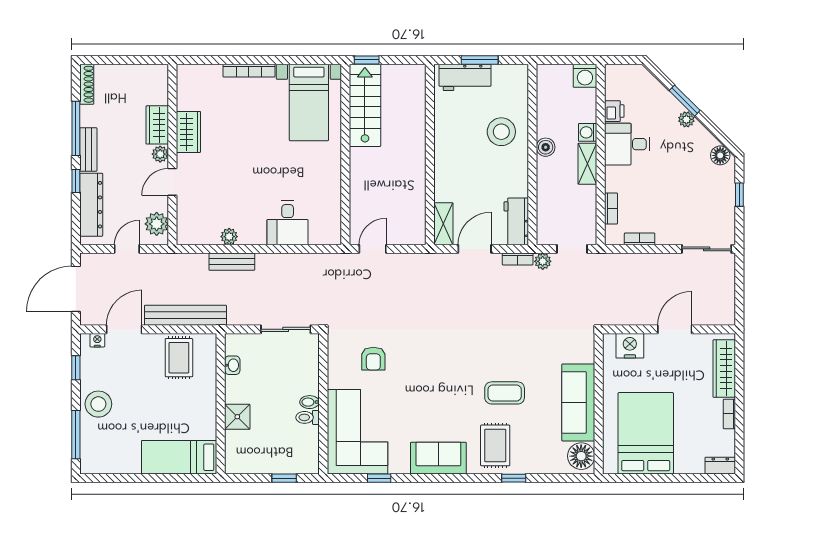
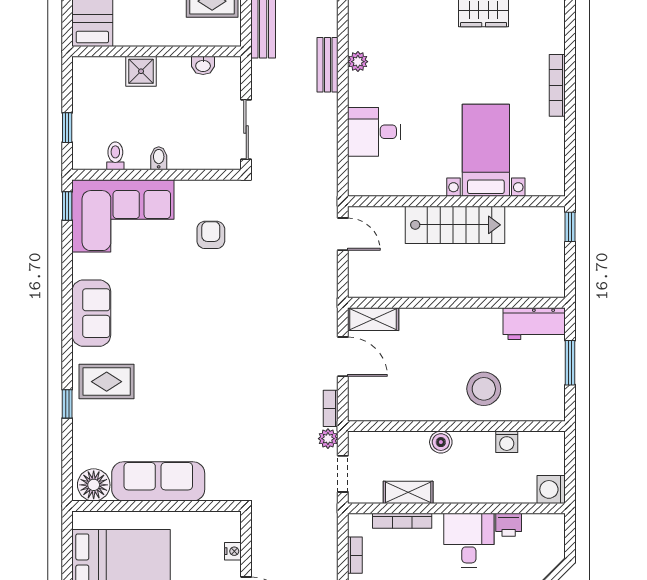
workbench: (465, 77) -> (534, 324), moved, turned -90
bed with nightstands: (309, 102) -> (486, 150), moved, turned 90
stairs: (365, 105) -> (455, 225), moved
washing machine: (588, 132) -> (507, 442), moved, turned 180
boiler: (546, 147) -> (441, 442), moved
shelving: (587, 164) -> (408, 492), moved
bookcase: (611, 208) -> (402, 521), width x1.56
workbench: (516, 221) -> (376, 407), removed
nightstand: (630, 346) -> (233, 551), width x0.53, depth x0.56
armchair: (373, 359) -> (211, 235), turned 90
coffee table: (505, 393) -> (170, 393), removed
toilet: (308, 417) -> (115, 156), moved
window: (379, 478) -> (67, 206), moved

